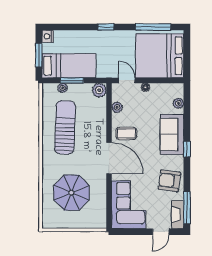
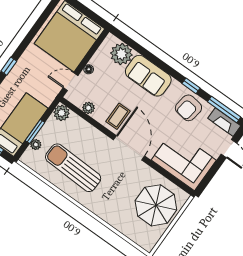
window: (153, 27) -> (39, 23), removed
plant: (178, 103) -> (121, 54), width x1.87, depth x1.87
window: (187, 149) -> (191, 86), moved
door: (109, 158) -> (129, 148), hinge flipped
parasol: (71, 193) -> (156, 205), moved

